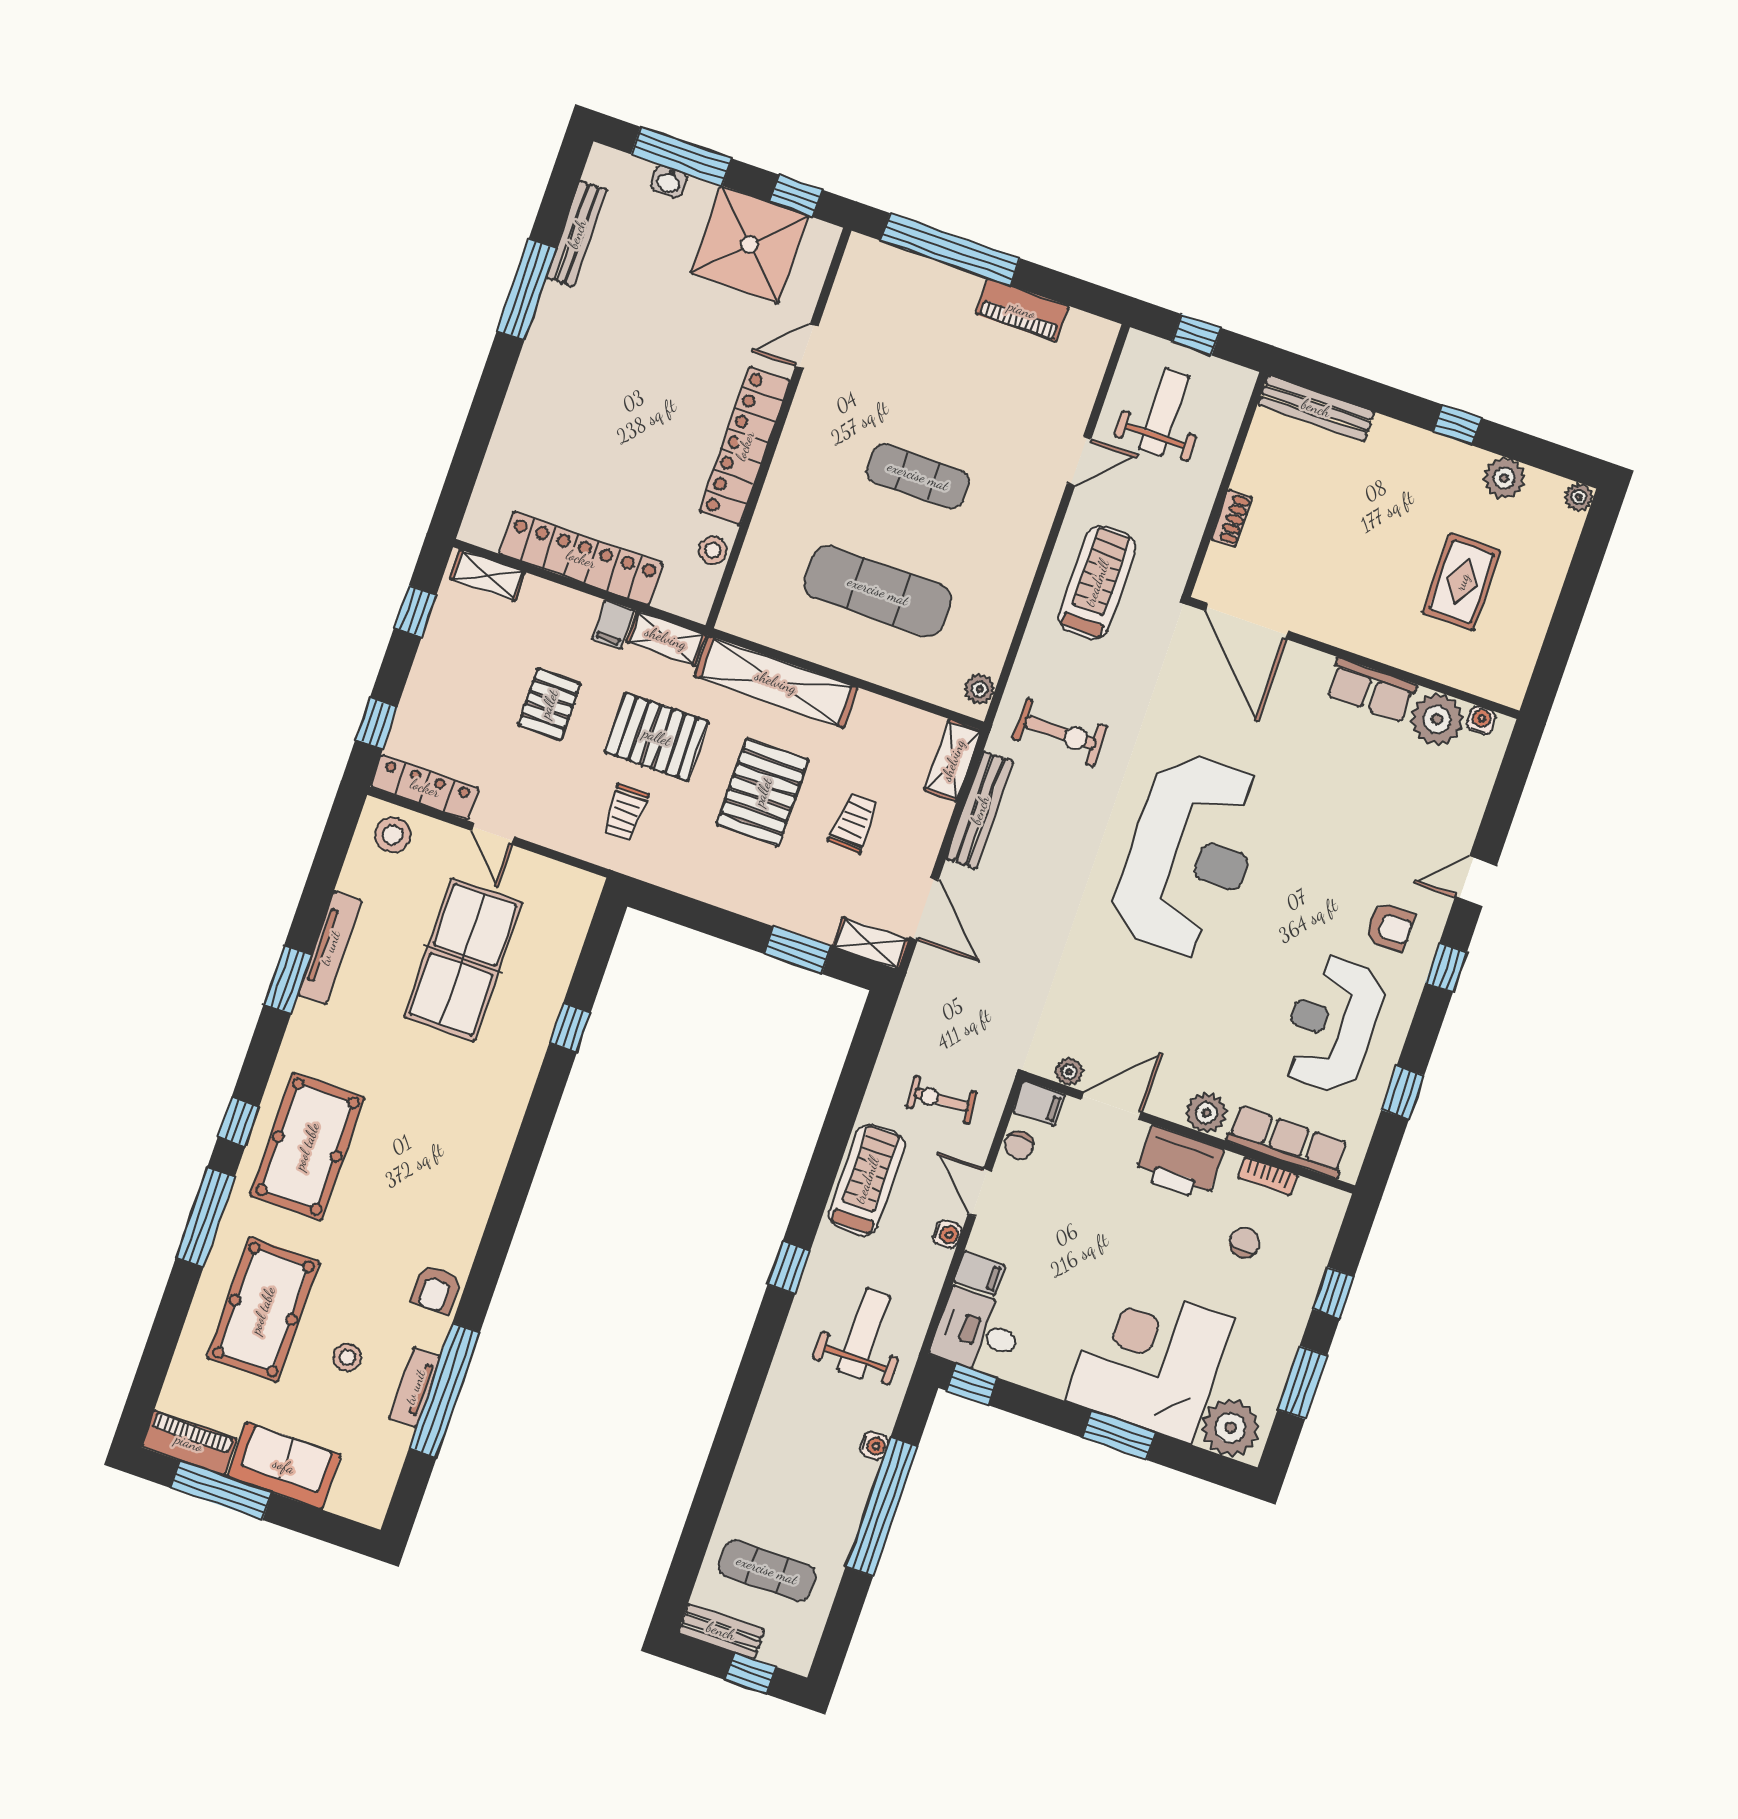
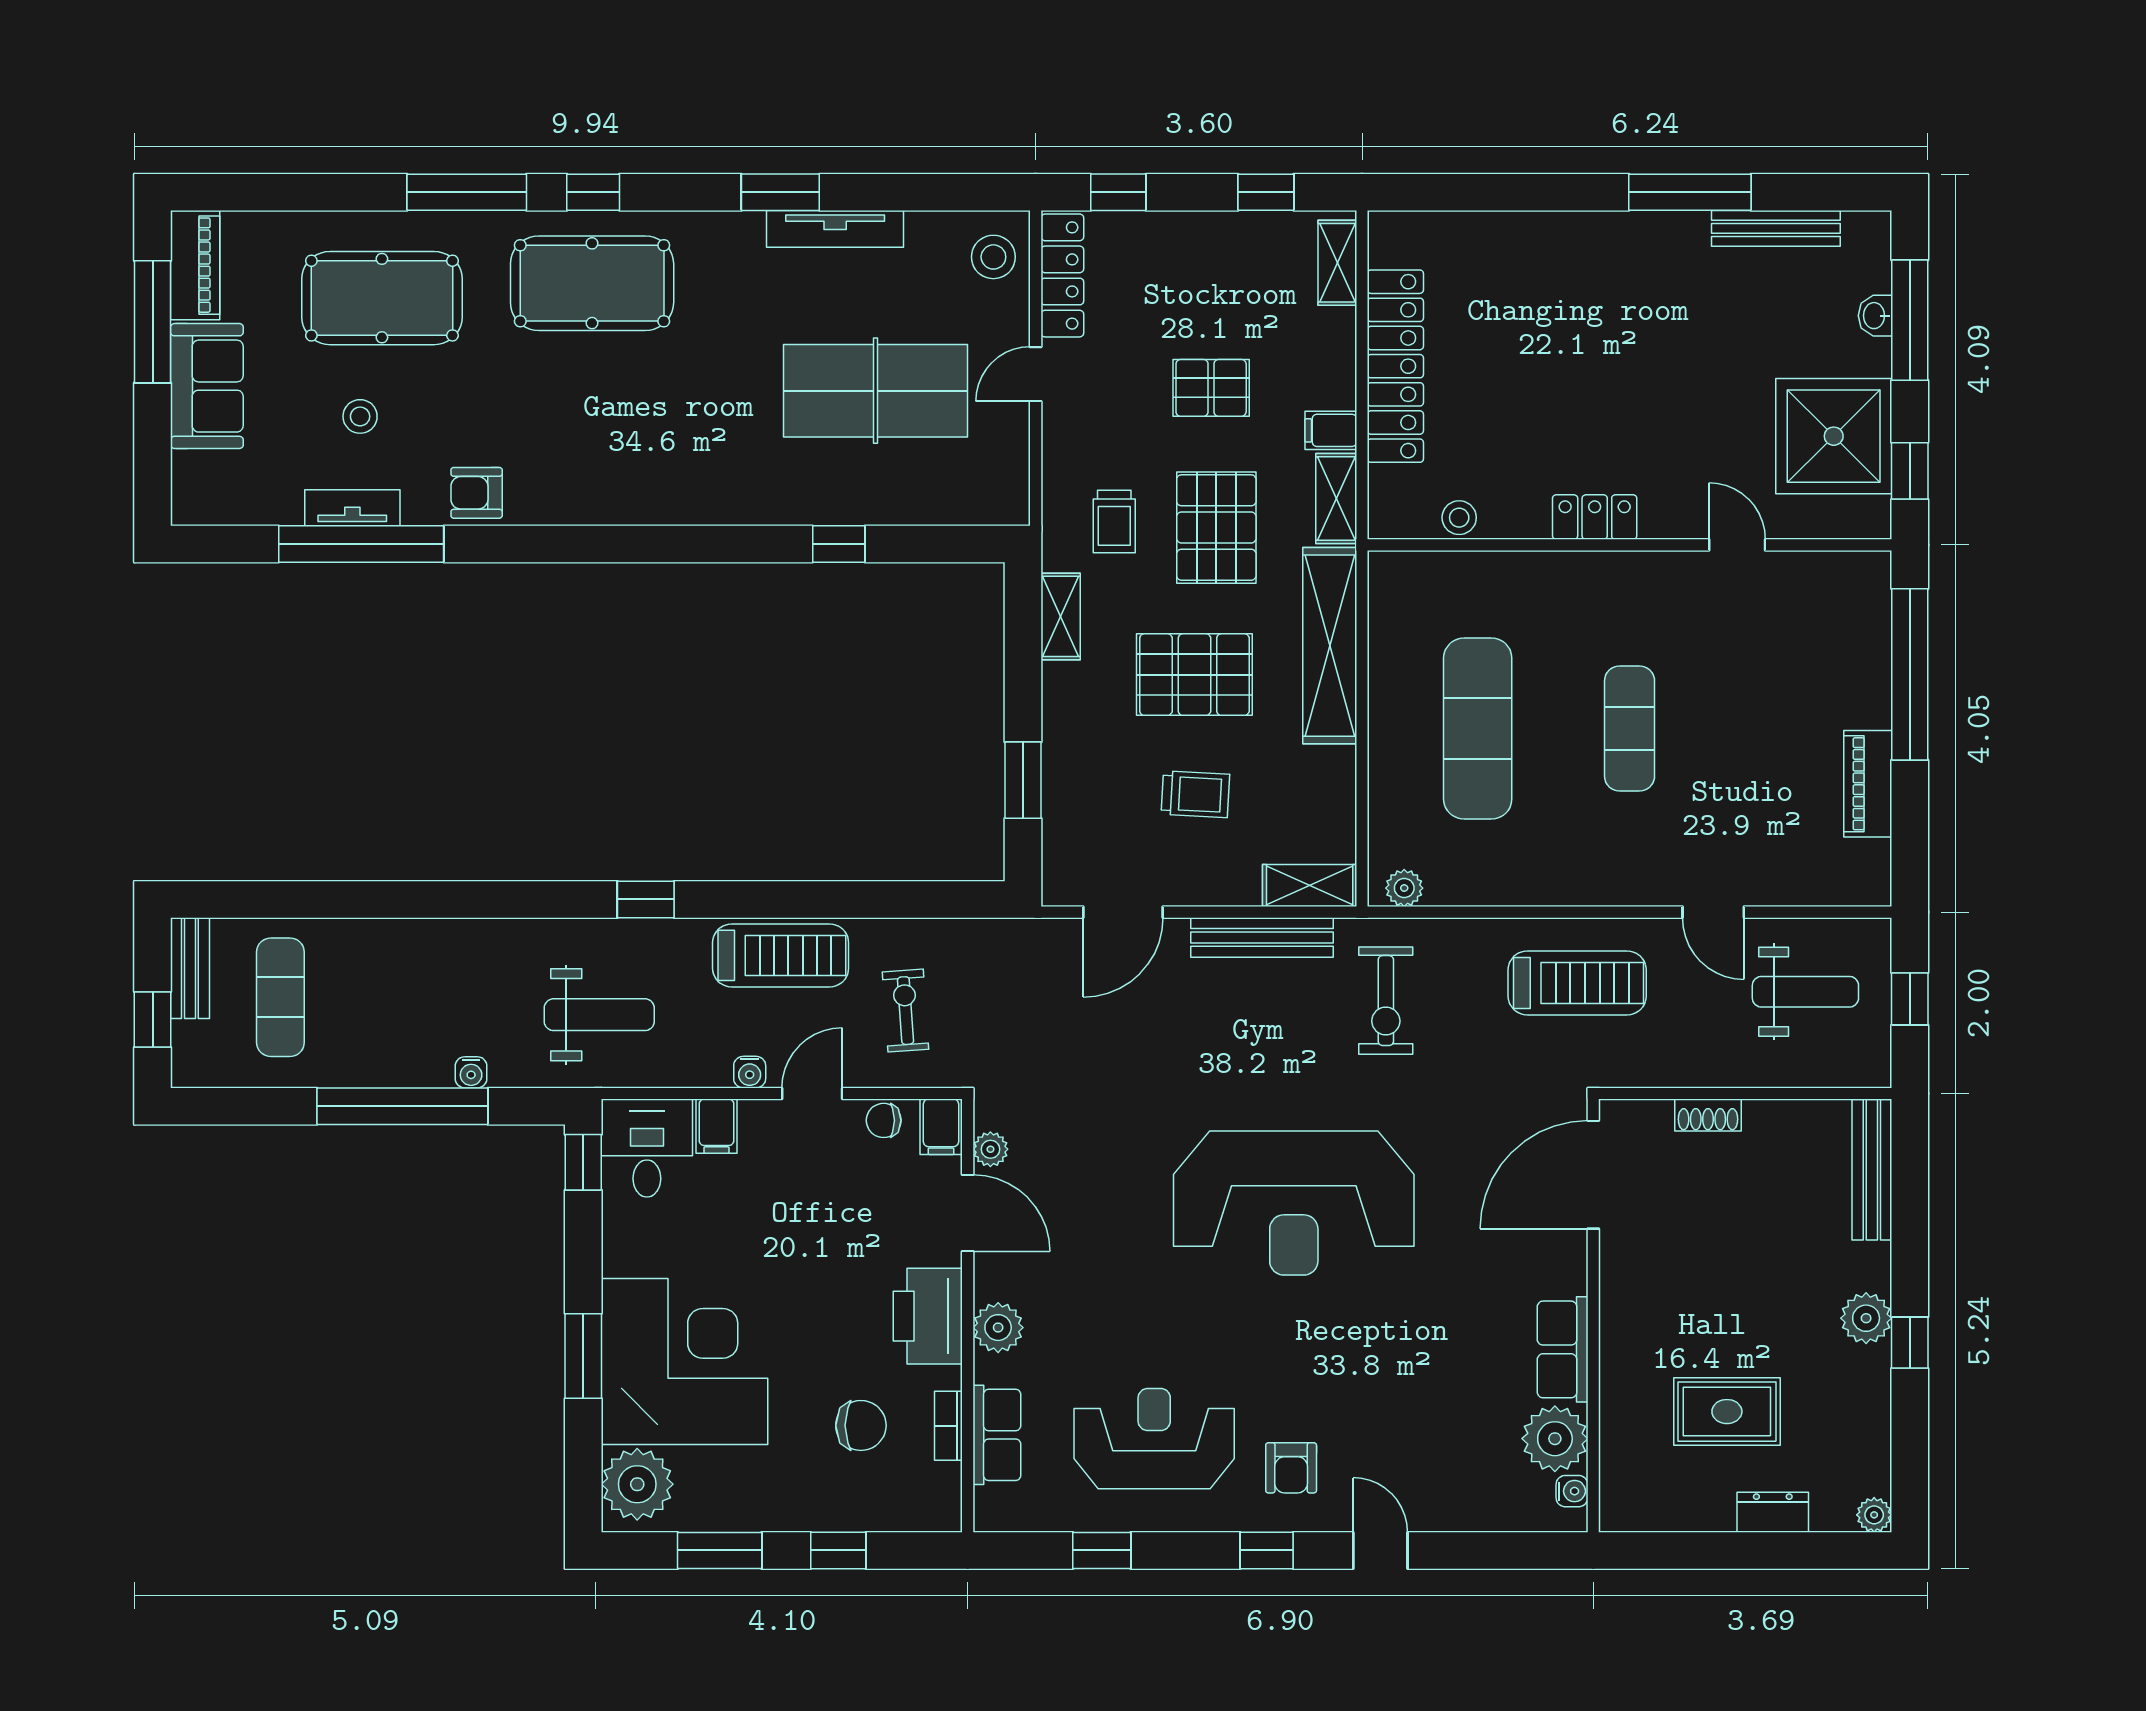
locker: (745, 446) -> (1595, 517), width x0.46, depth x0.83
plant: (1504, 478) -> (1866, 1318), moved
dresser: (1550, 573) -> (1773, 1512), added
trolley: (625, 813) -> (1114, 522), turned -90
shelving: (870, 943) -> (1061, 616), moved
row of seats: (1287, 1142) -> (997, 1435), width x0.68
chair: (1245, 1243) -> (861, 1425), width x1.37, depth x1.37

